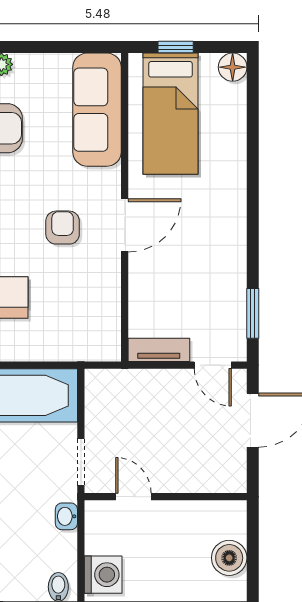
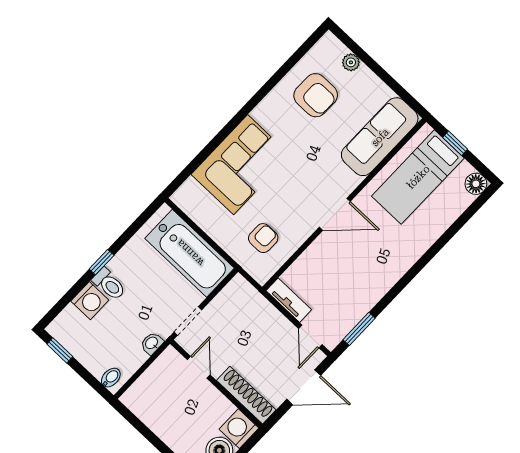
armchair: (63, 228) -> (263, 238), moved
shoe rack: (205, 480) -> (246, 395), added
washing machine: (103, 575) -> (239, 429), moved, turned 180

